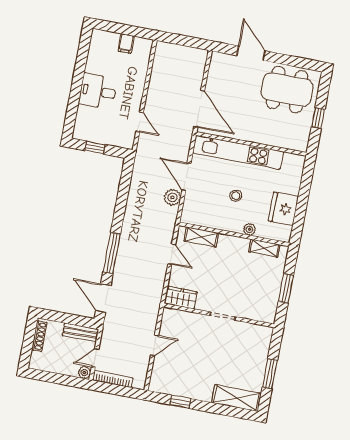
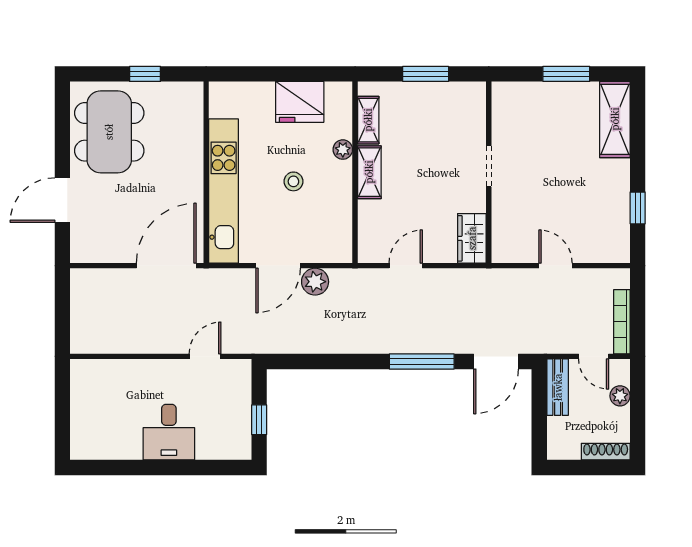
filing cabinet: (126, 44) -> (85, 401), removed
shelving: (201, 237) -> (369, 172), moved
shoe rack: (39, 336) -> (606, 452), moved
plant: (84, 373) -> (620, 396), moved

